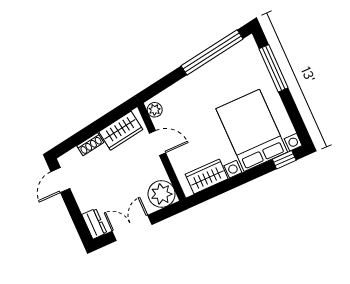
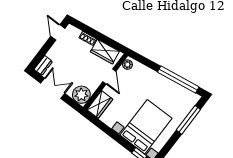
wardrobe: (207, 177) -> (100, 104), moved, turned 90
door: (60, 180) -> (58, 32), hinge flipped

